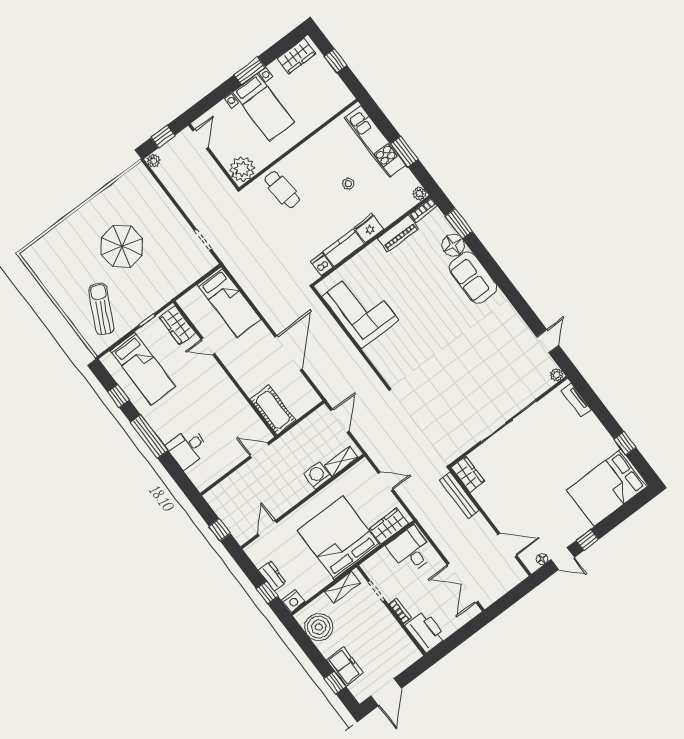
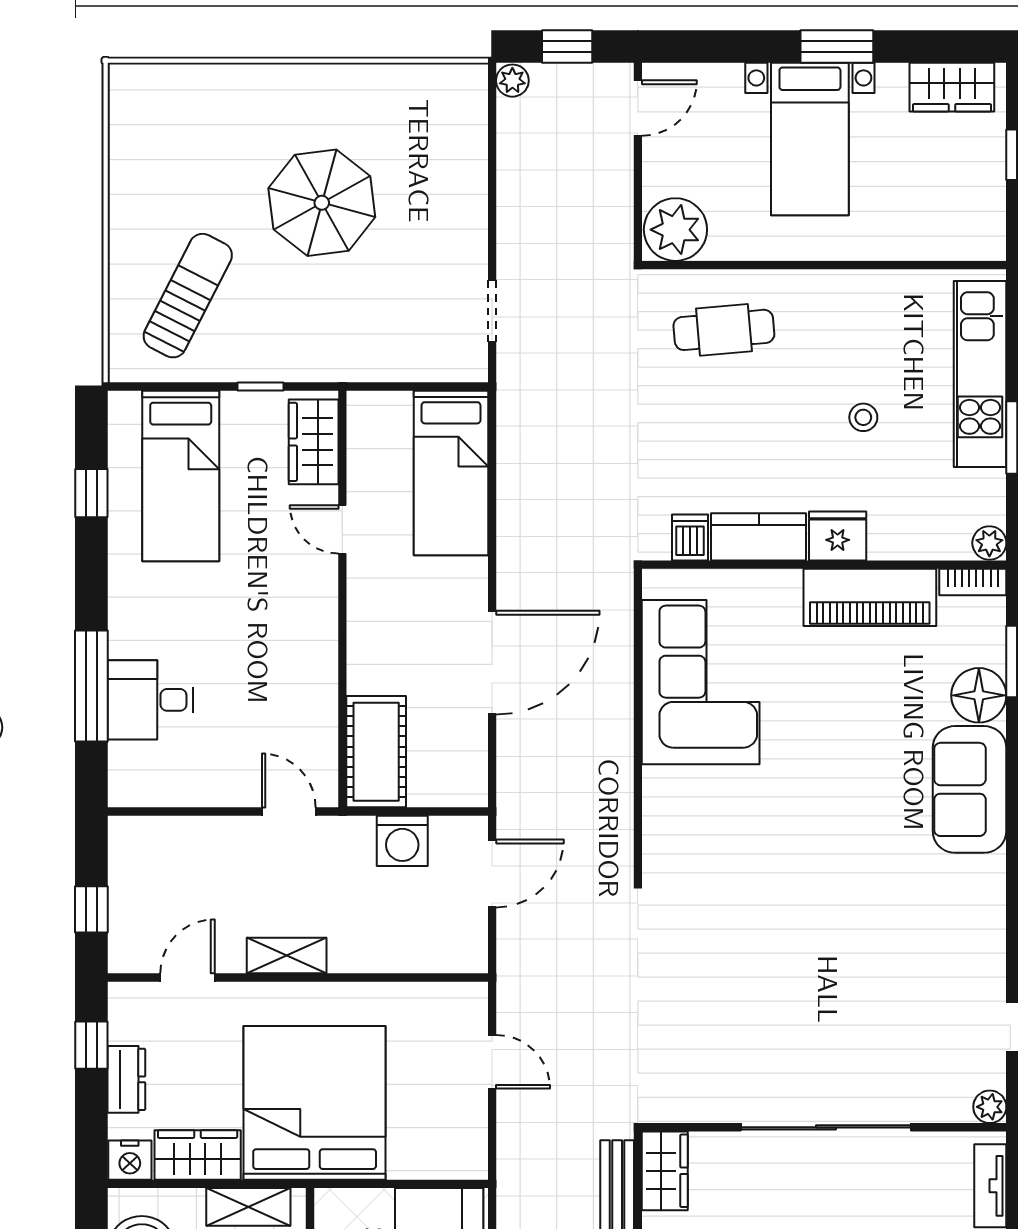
cafe table: (282, 190) -> (724, 330), turned 90
piano: (398, 234) -> (870, 597), width x1.37, depth x1.33
window: (149, 436) -> (91, 686), moved
shelving: (341, 461) -> (287, 956), moved
washing machine: (318, 475) -> (402, 841), moved, turned 180
wardrobe: (389, 526) -> (198, 1155), moved
window: (267, 593) -> (91, 1045), moved

